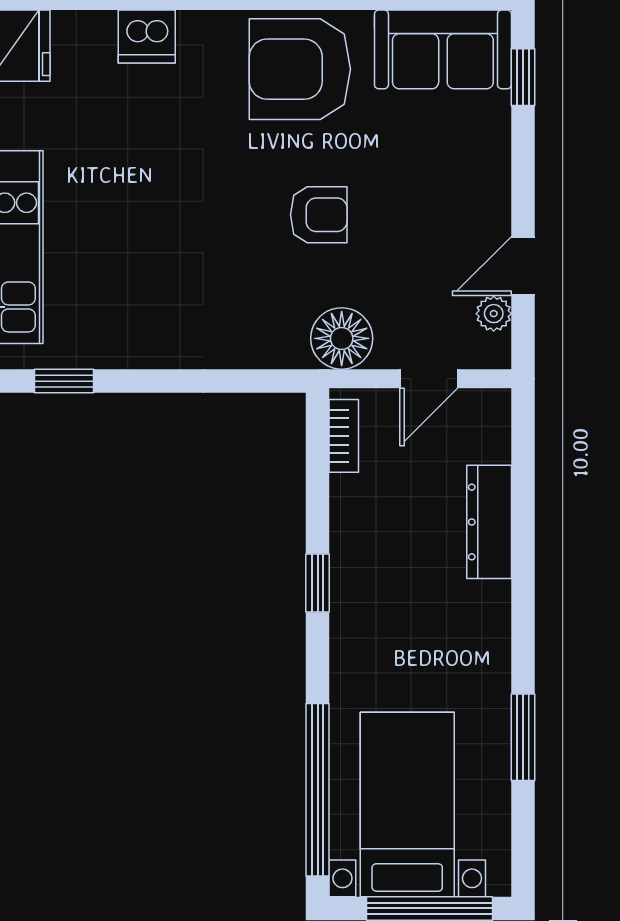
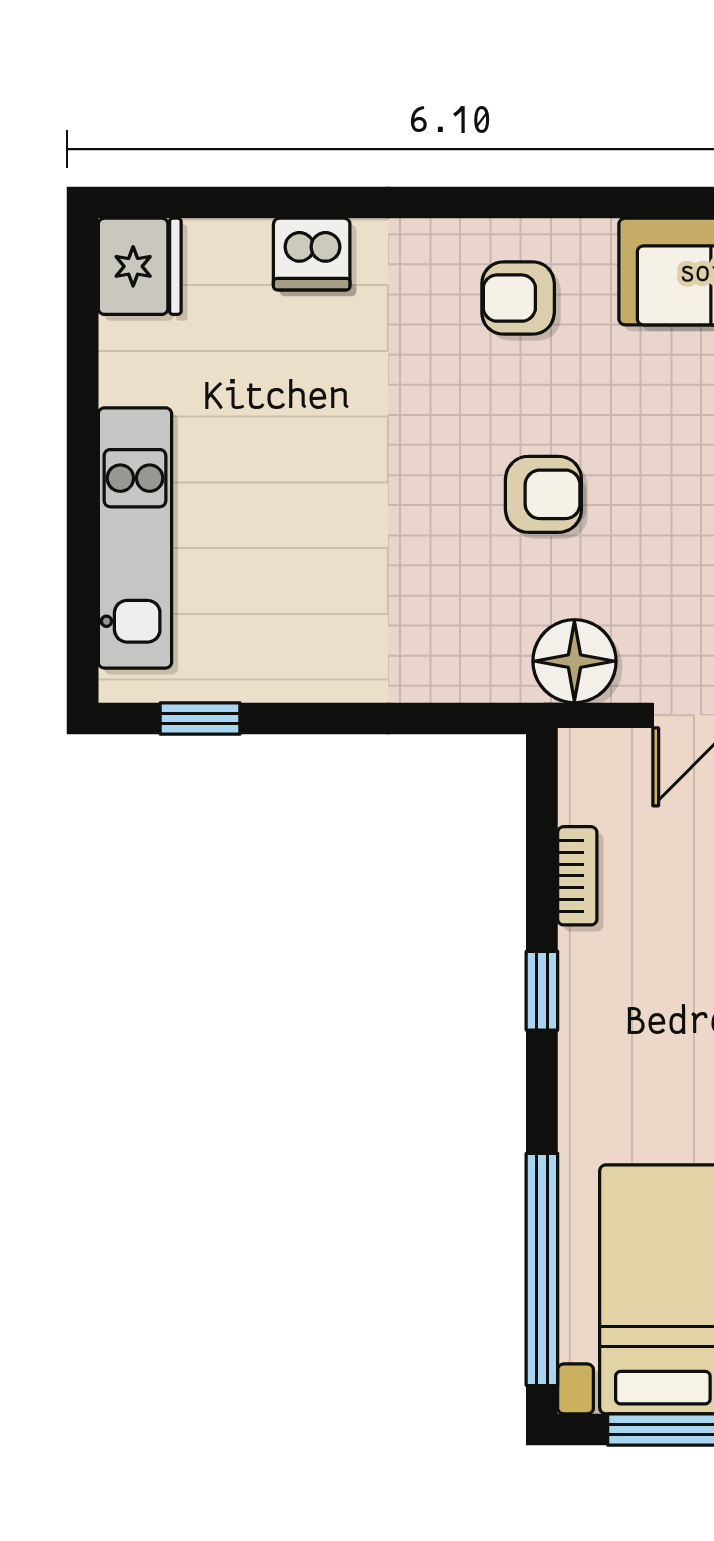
armchair: (300, 69) -> (518, 298), width x0.53, depth x0.53
bookcase: (344, 436) -> (577, 876), moved

